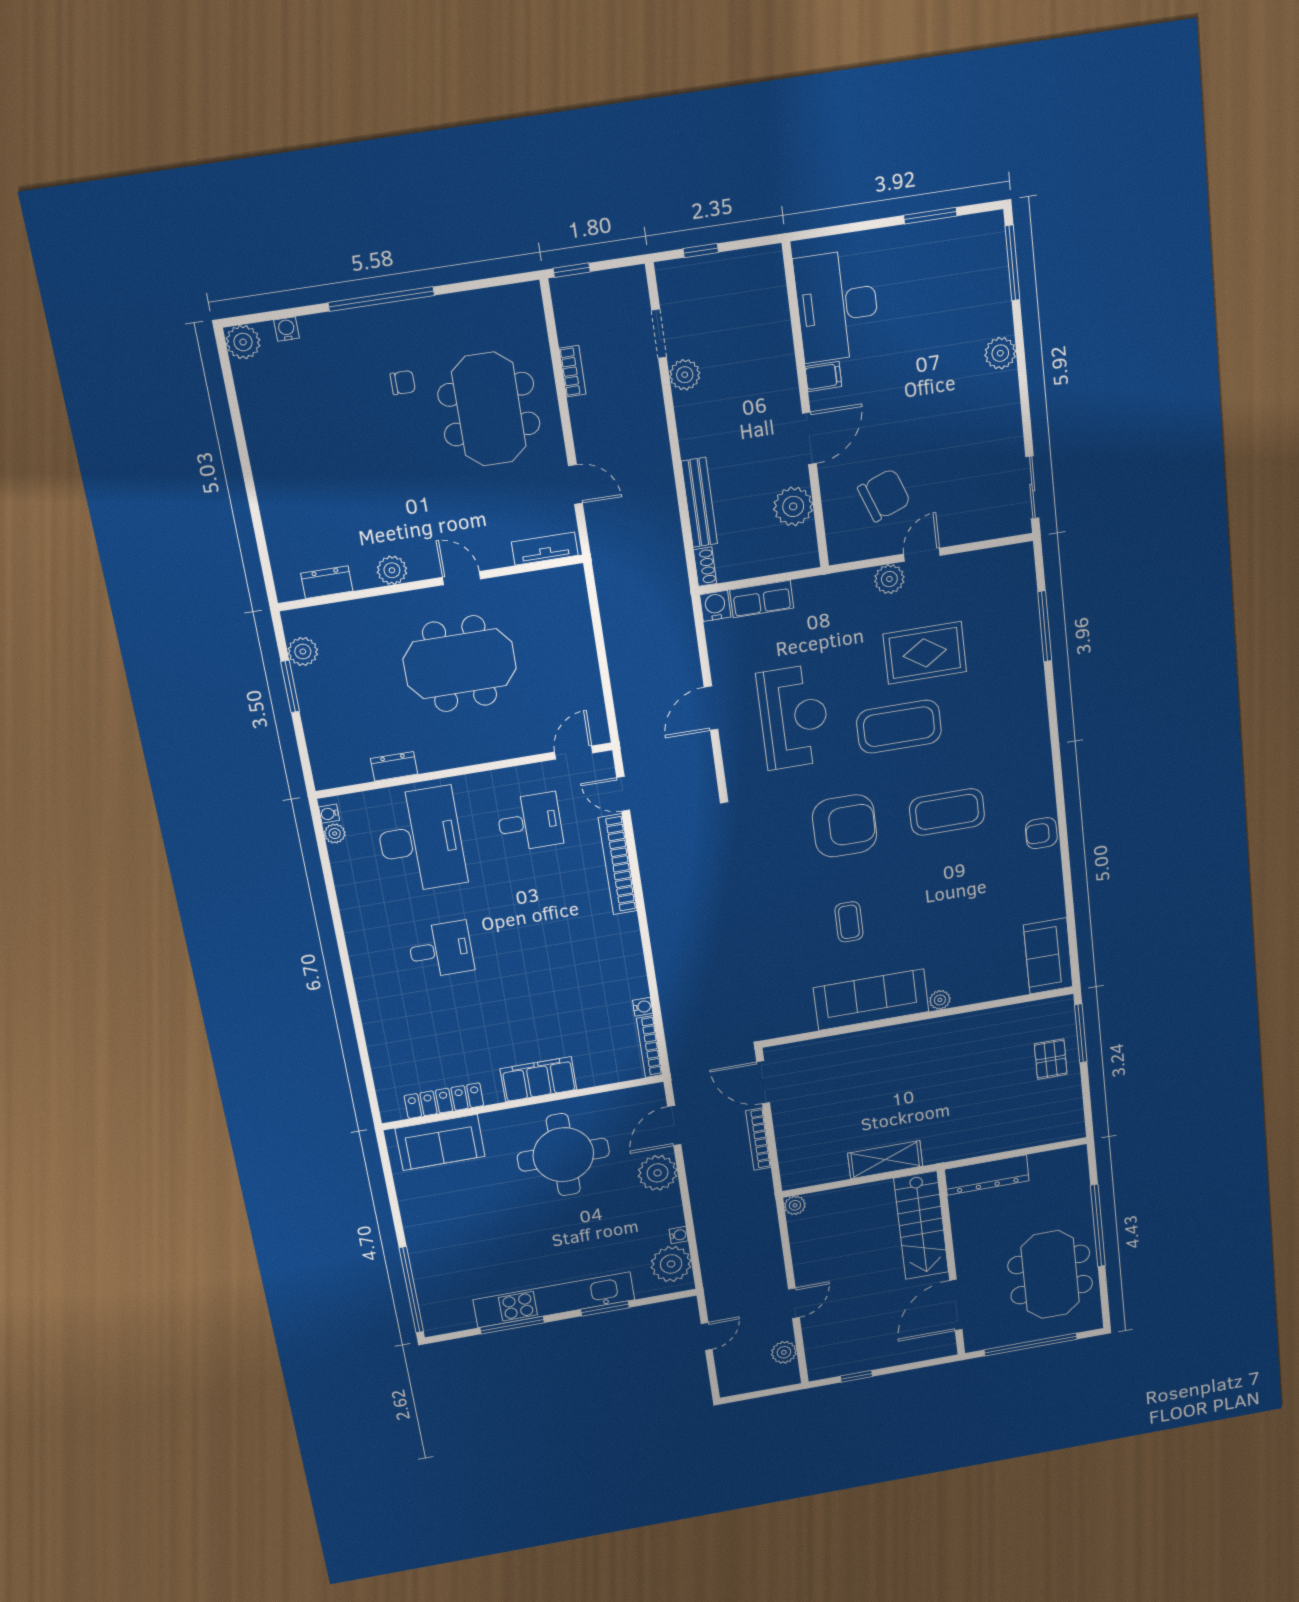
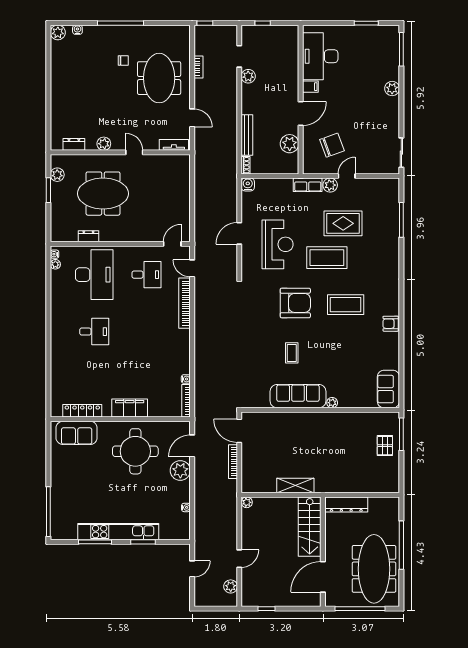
row of seats: (762, 599) -> (308, 185), moved
meeting table: (460, 664) -> (103, 194), moved
plant: (671, 1264) -> (180, 523), removed
meeting table: (1050, 1275) -> (374, 569), width x1.36

